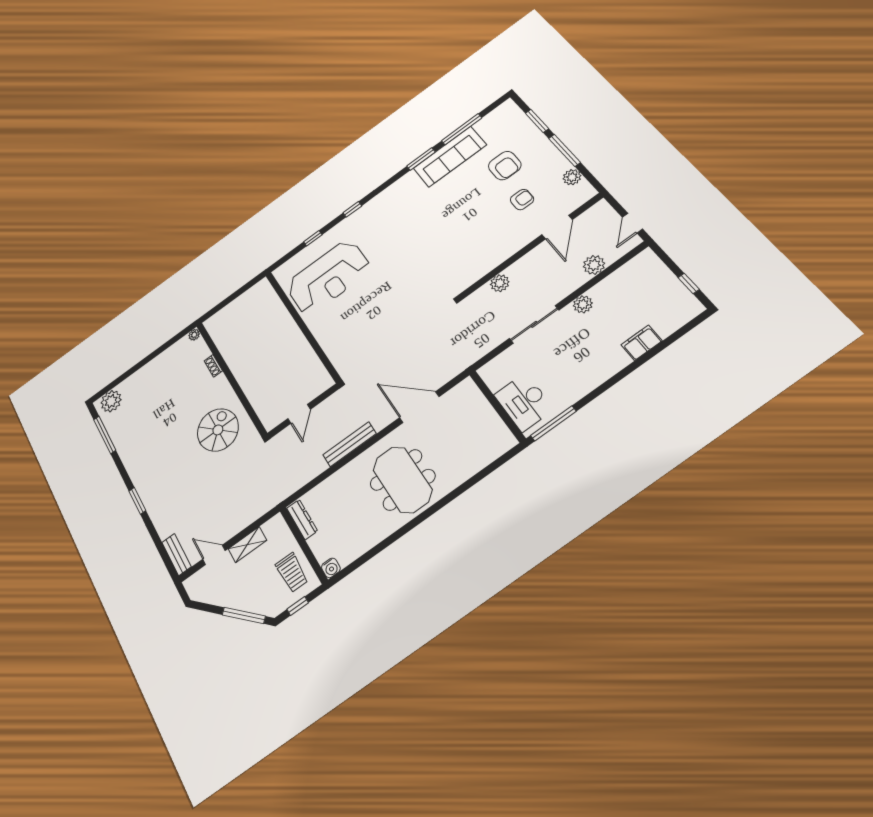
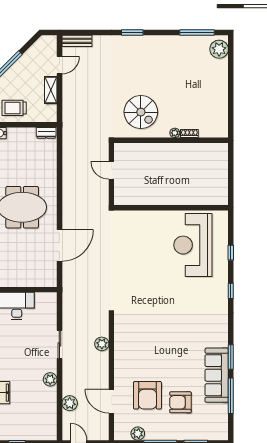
armchair: (522, 200) -> (147, 395), width x1.88, depth x1.88
sliding door: (534, 324) -> (59, 344), width x0.73
plant: (194, 335) -> (175, 133), moved
bench: (350, 444) -> (68, 190), removed
dresser: (302, 520) -> (46, 133), width x0.70

